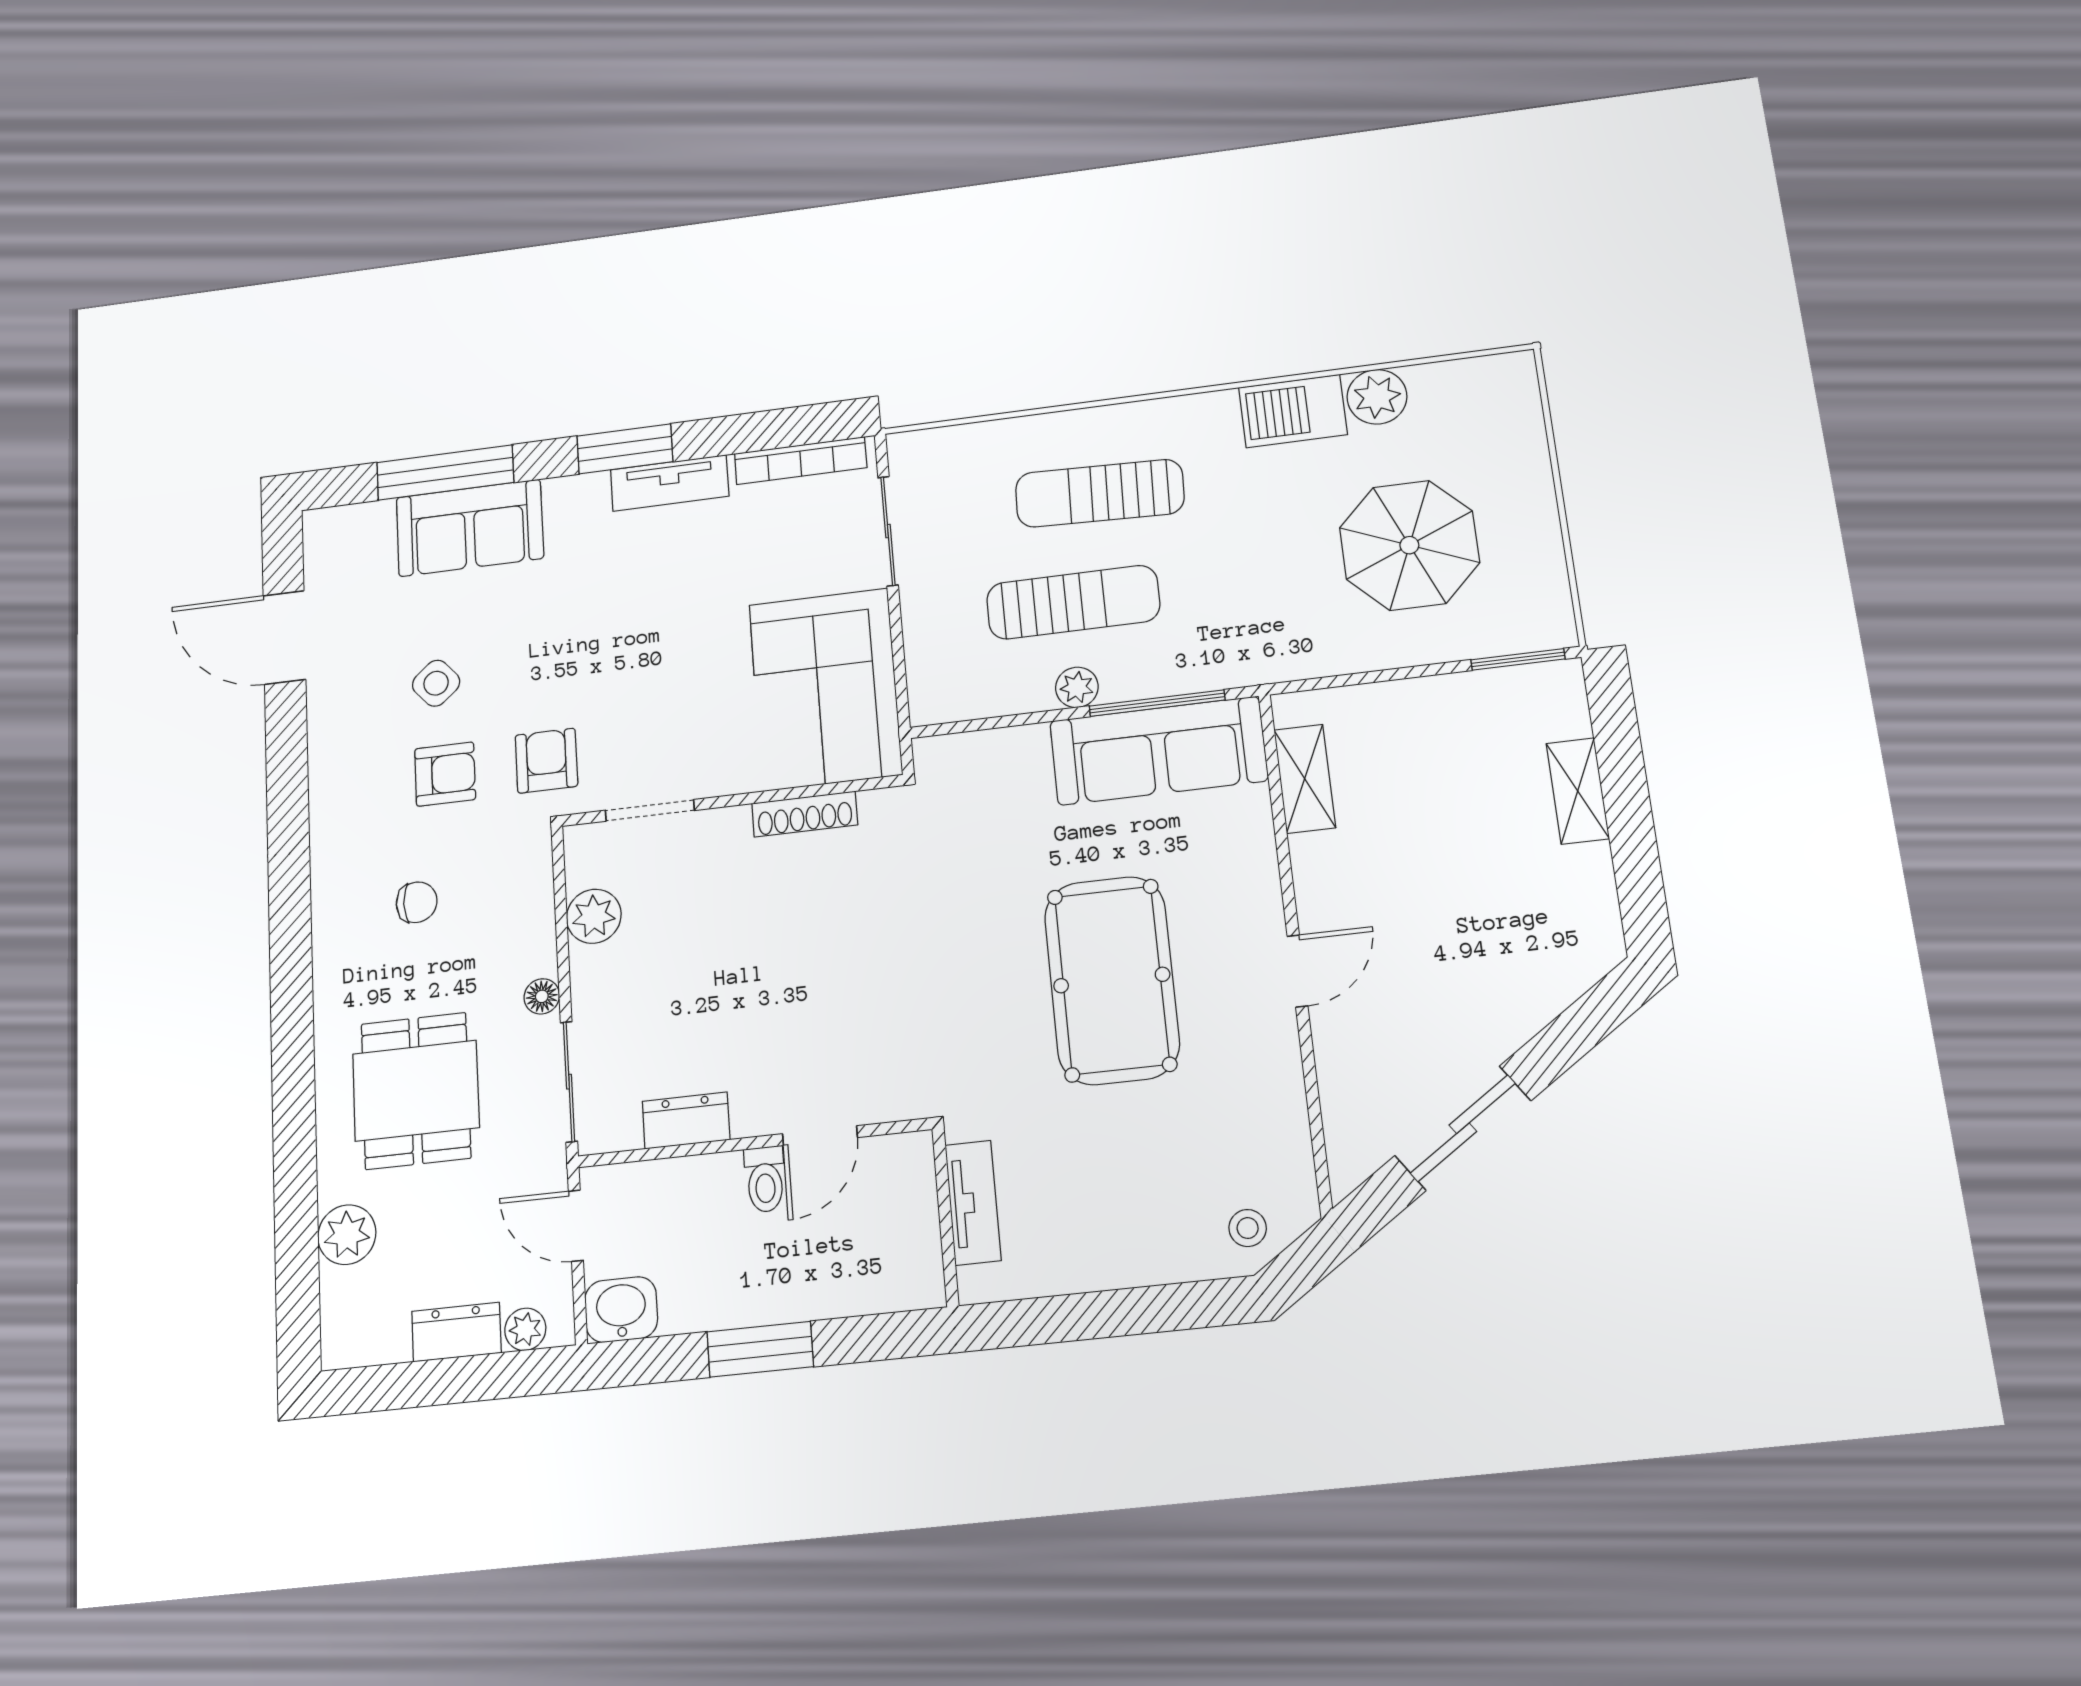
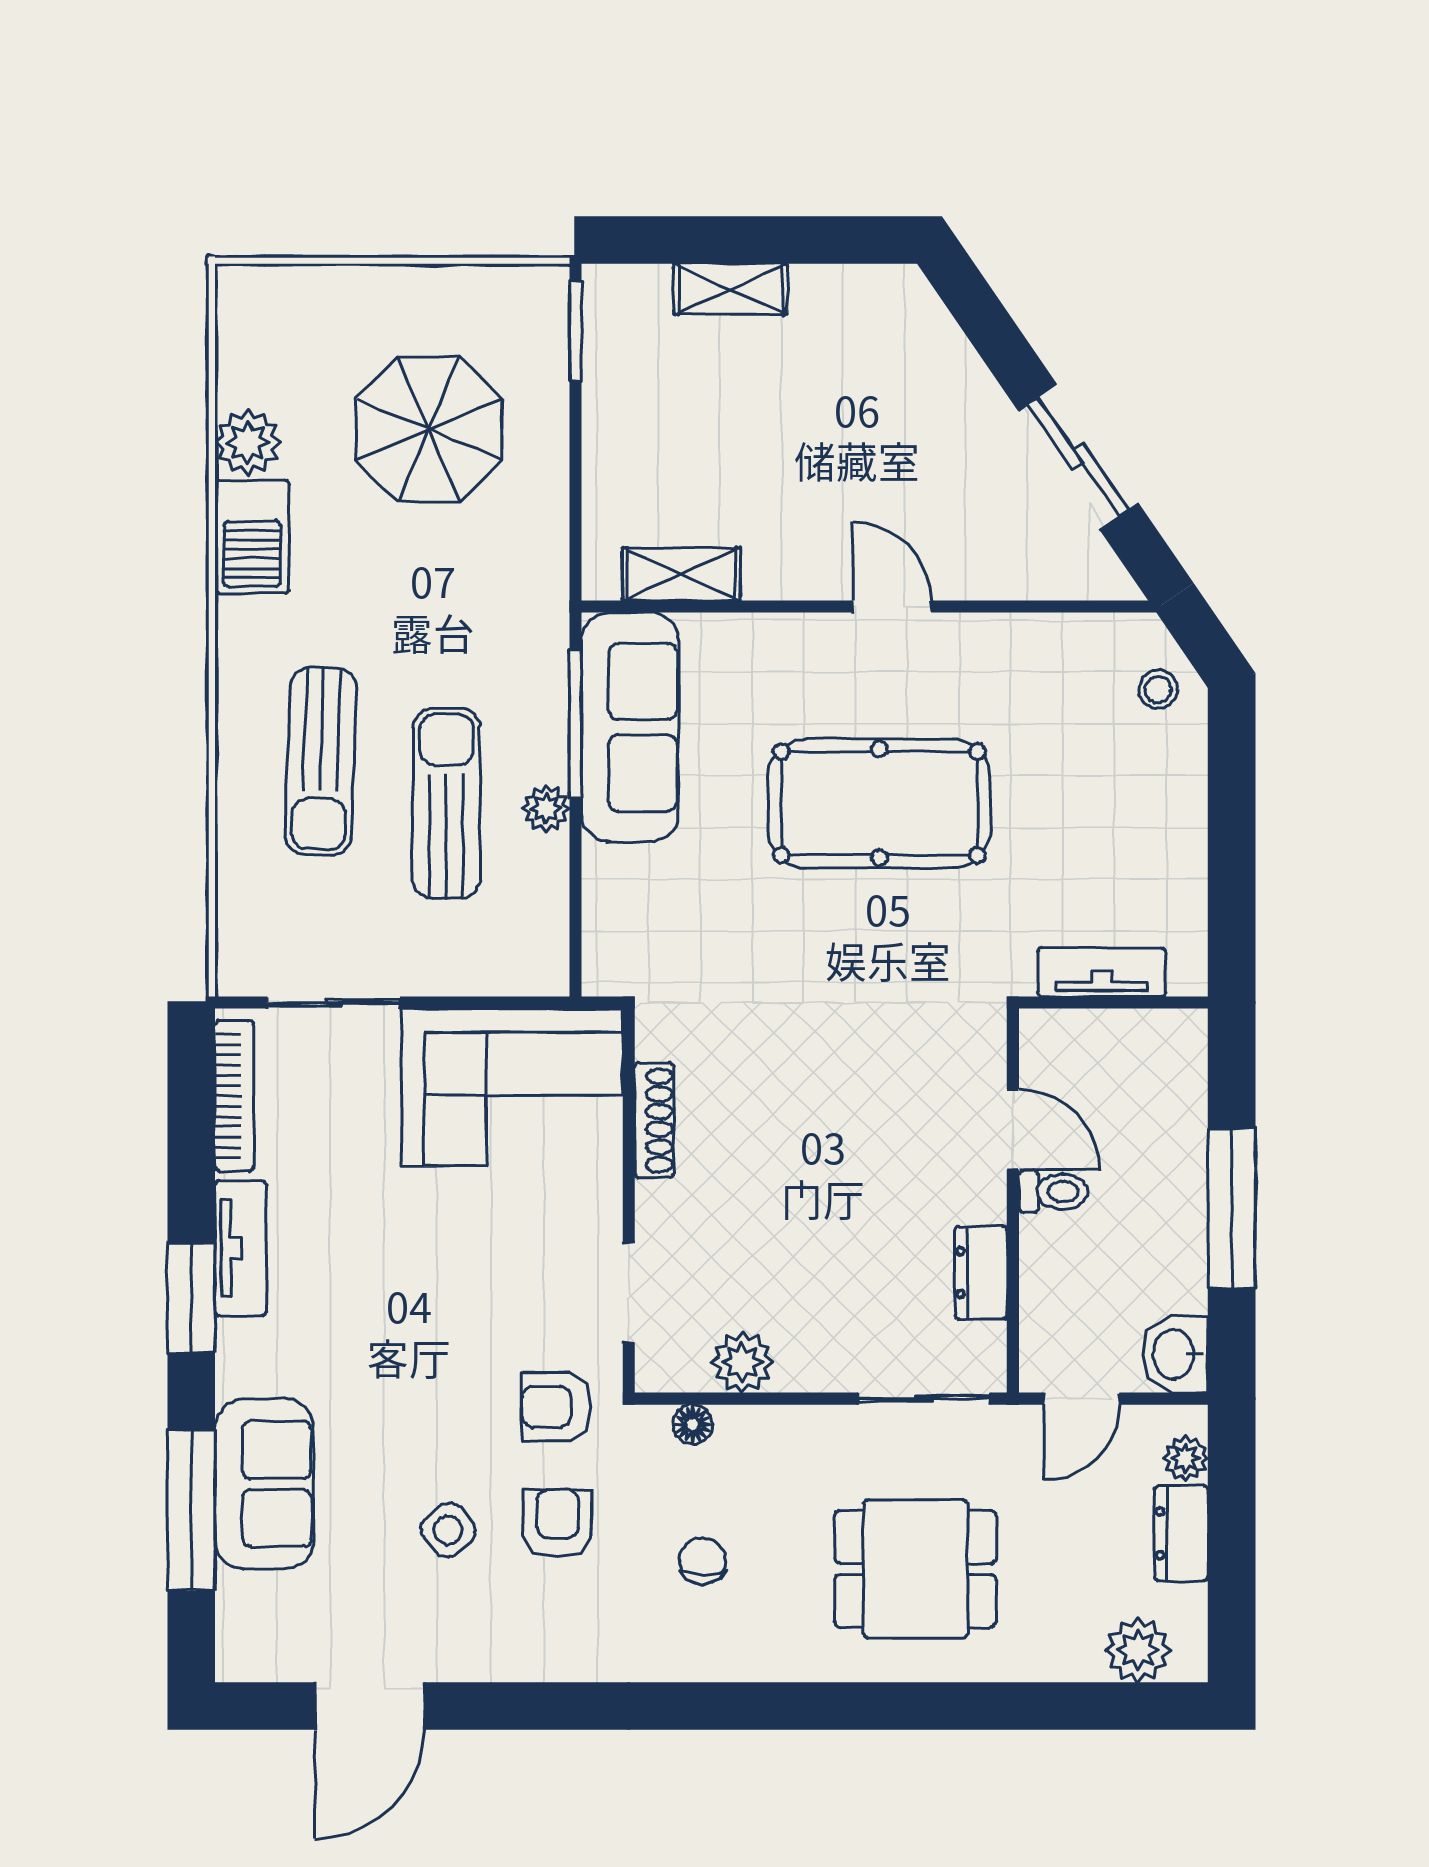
floor lamp: (542, 996) -> (693, 1424), moved
plant: (347, 1235) -> (1138, 1650), moved
window: (760, 1349) -> (1232, 1209), width x1.44

